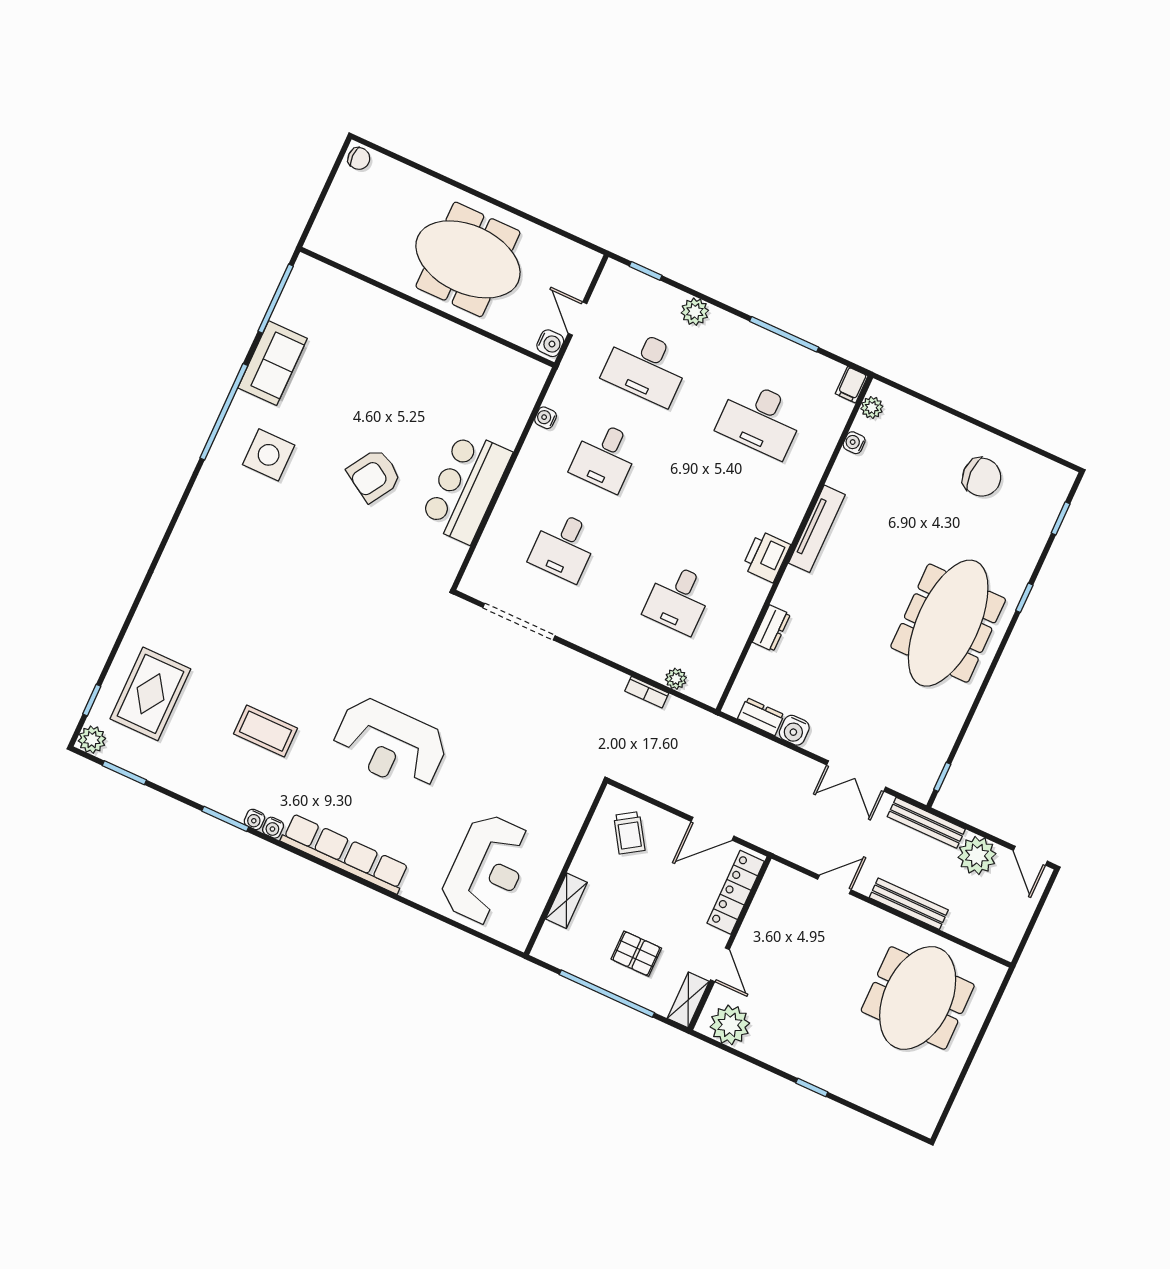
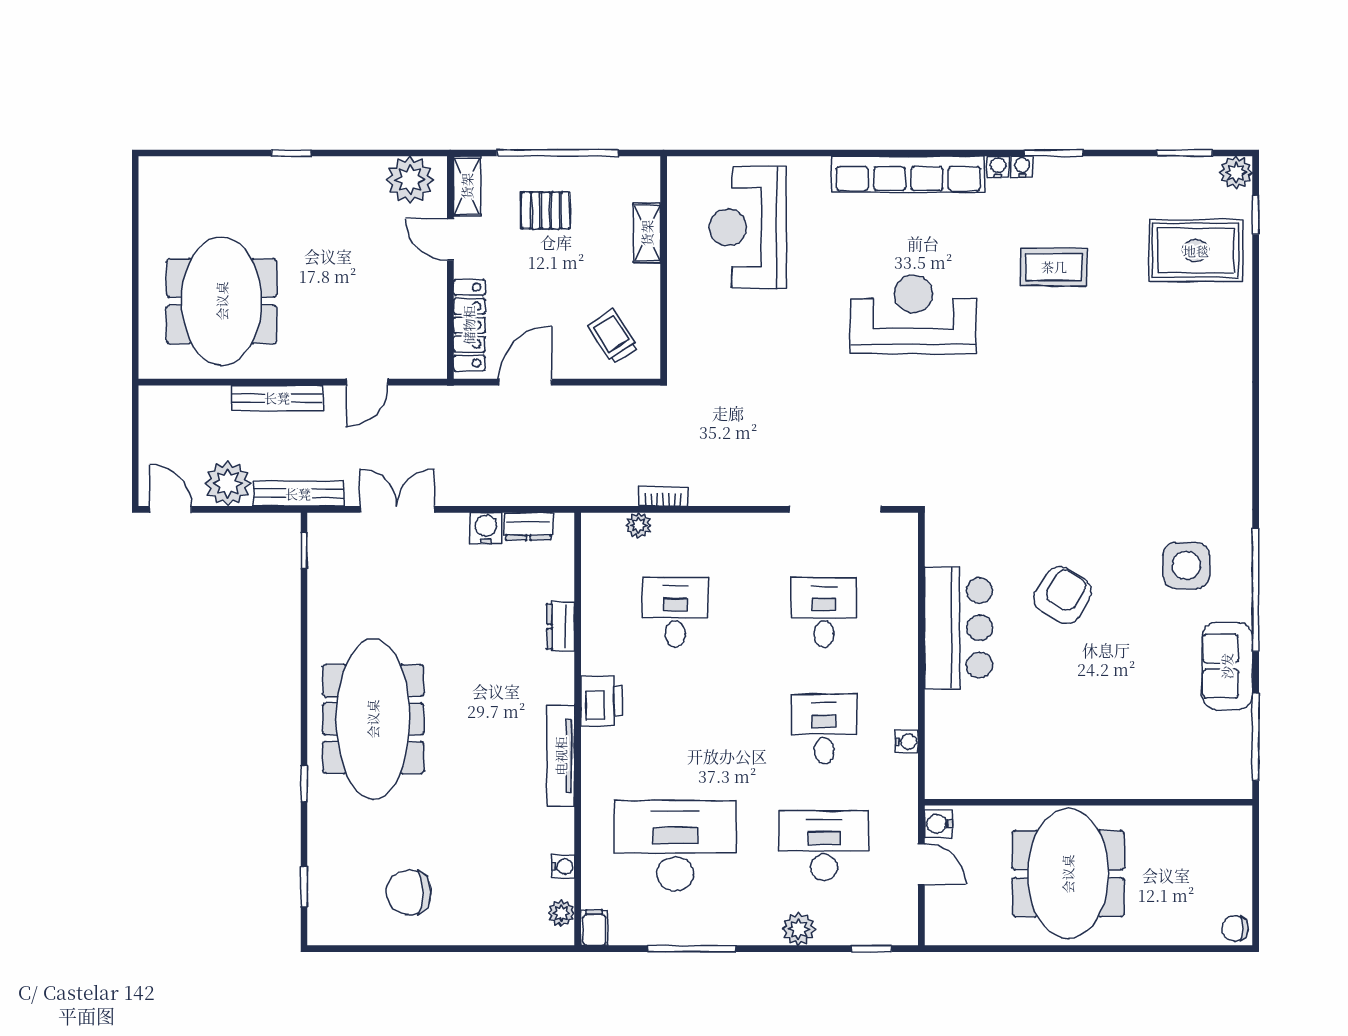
meeting table: (468, 259) -> (1068, 874), turned 90
desk: (761, 419) -> (675, 846), width x1.36, depth x1.30
rug: (150, 694) -> (1196, 251), turned 90

